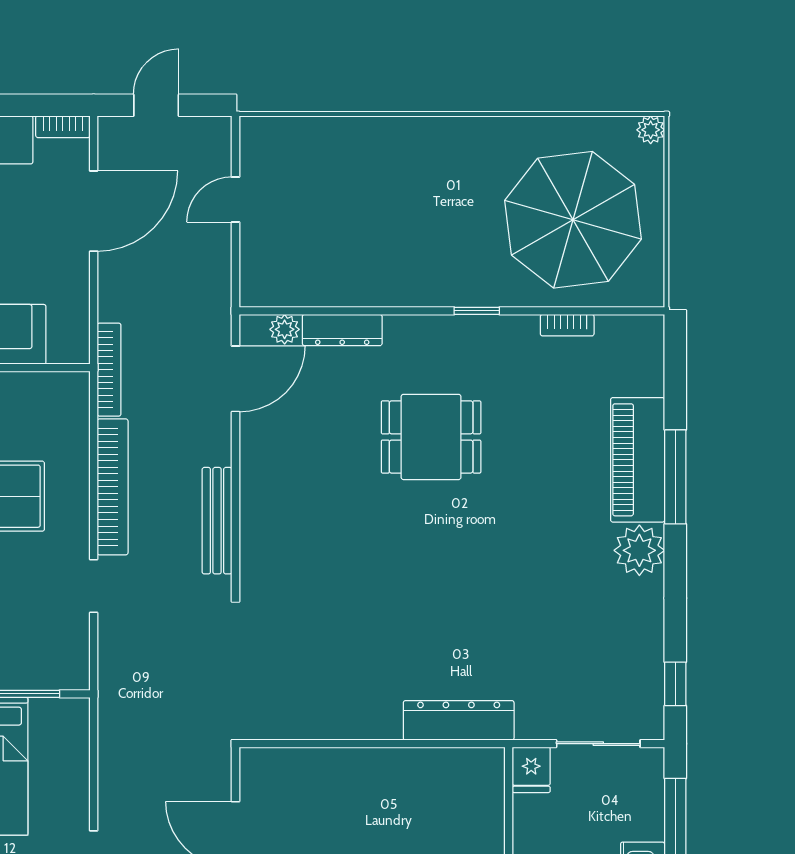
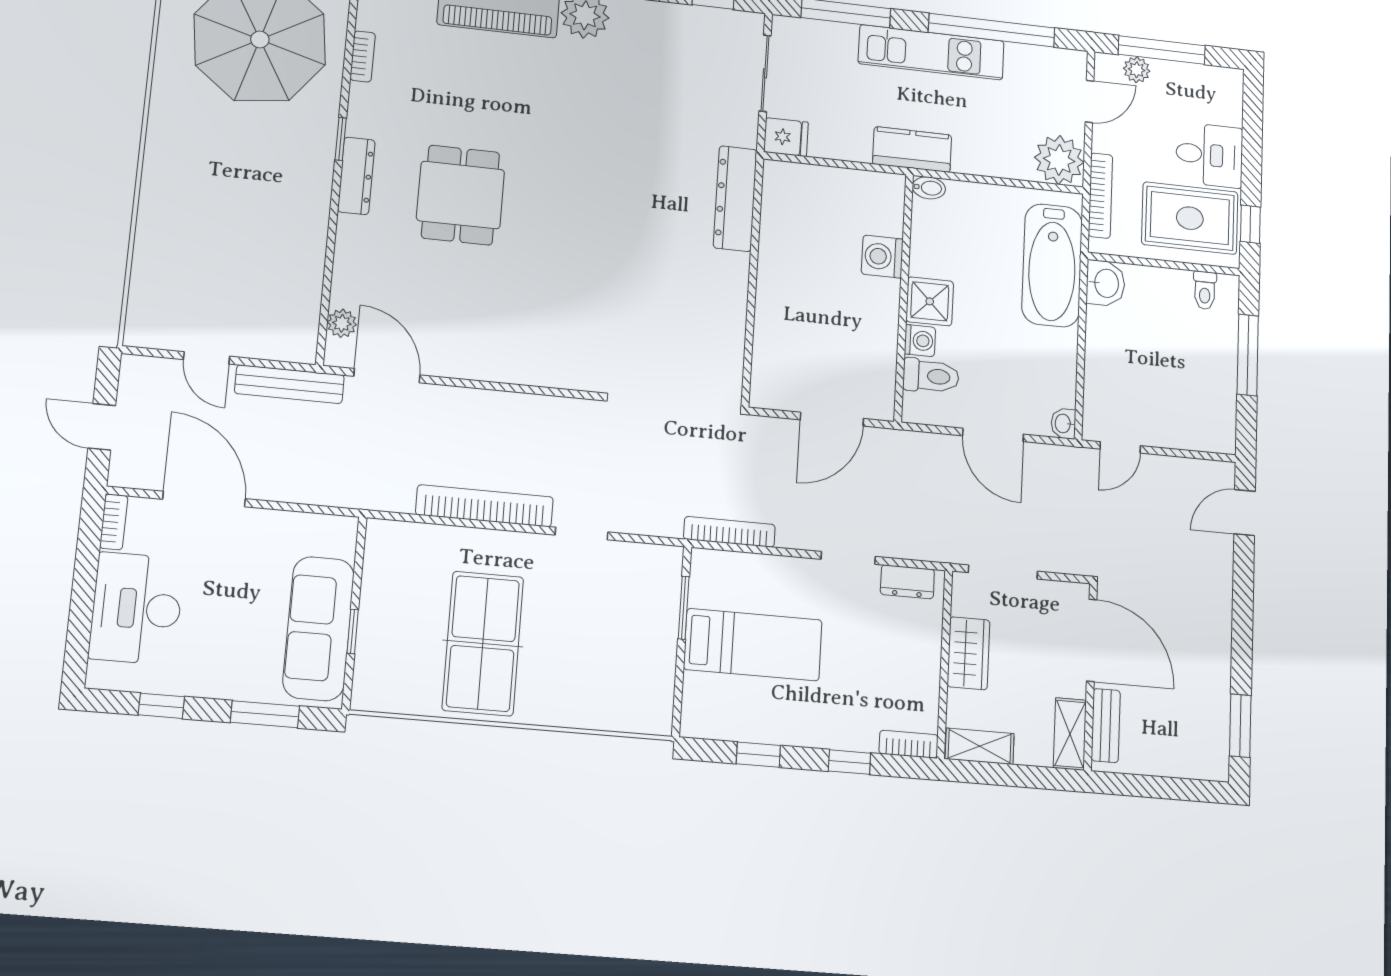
dresser: (342, 330) -> (356, 176), moved
bookcase: (109, 370) -> (729, 532), moved
bench: (217, 521) -> (289, 384), moved

